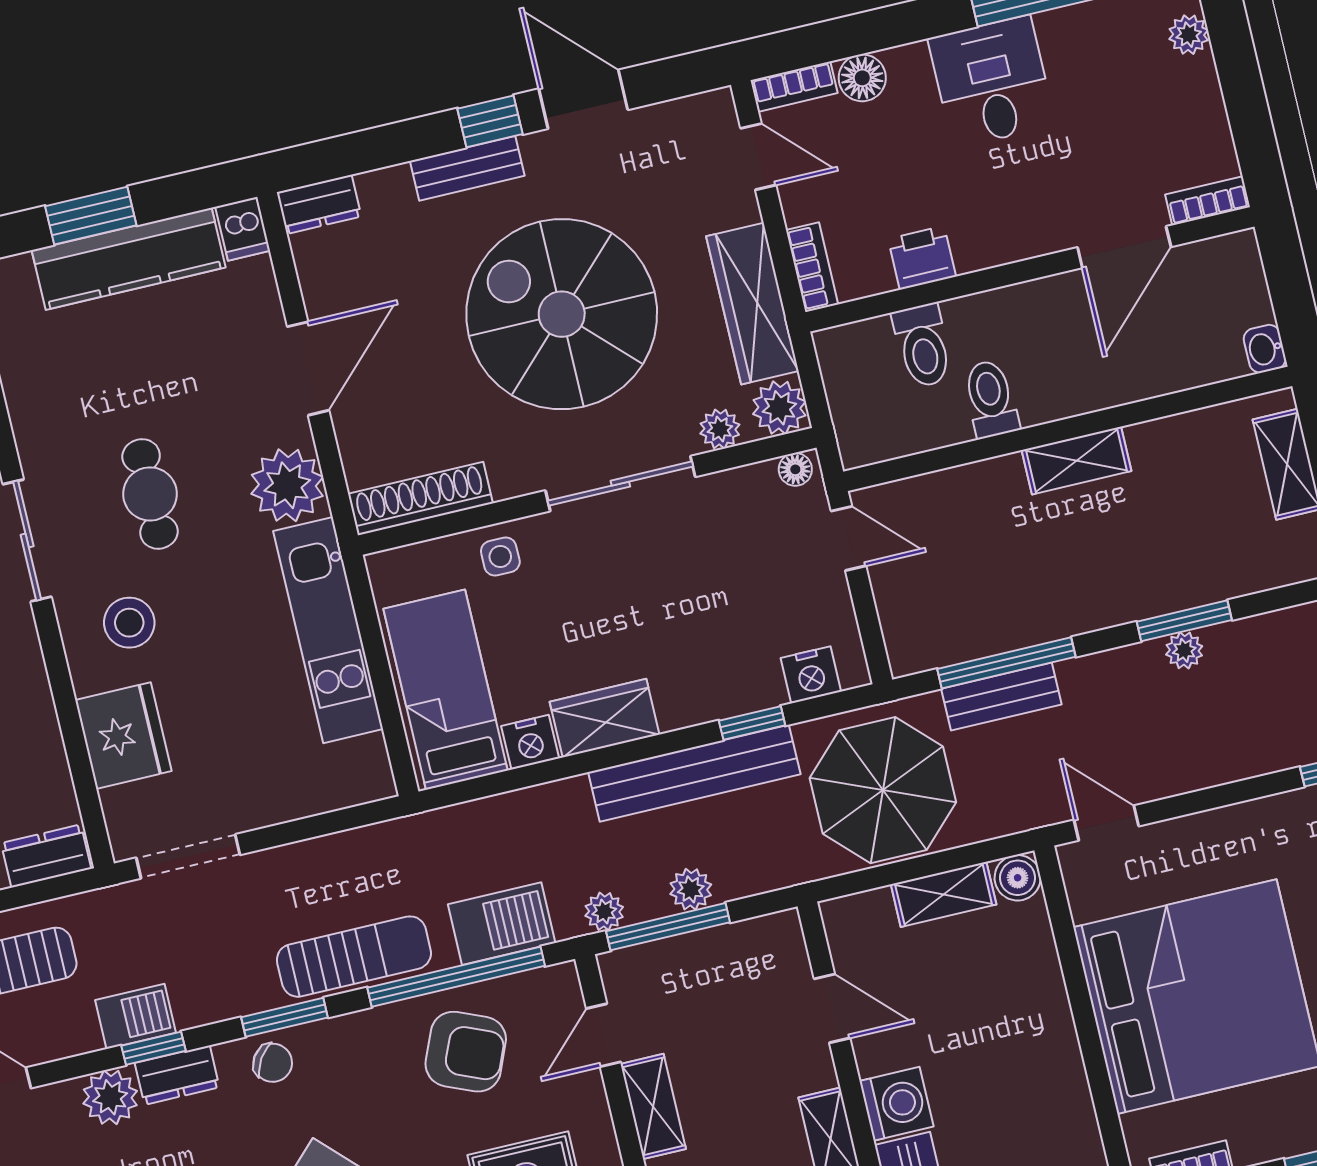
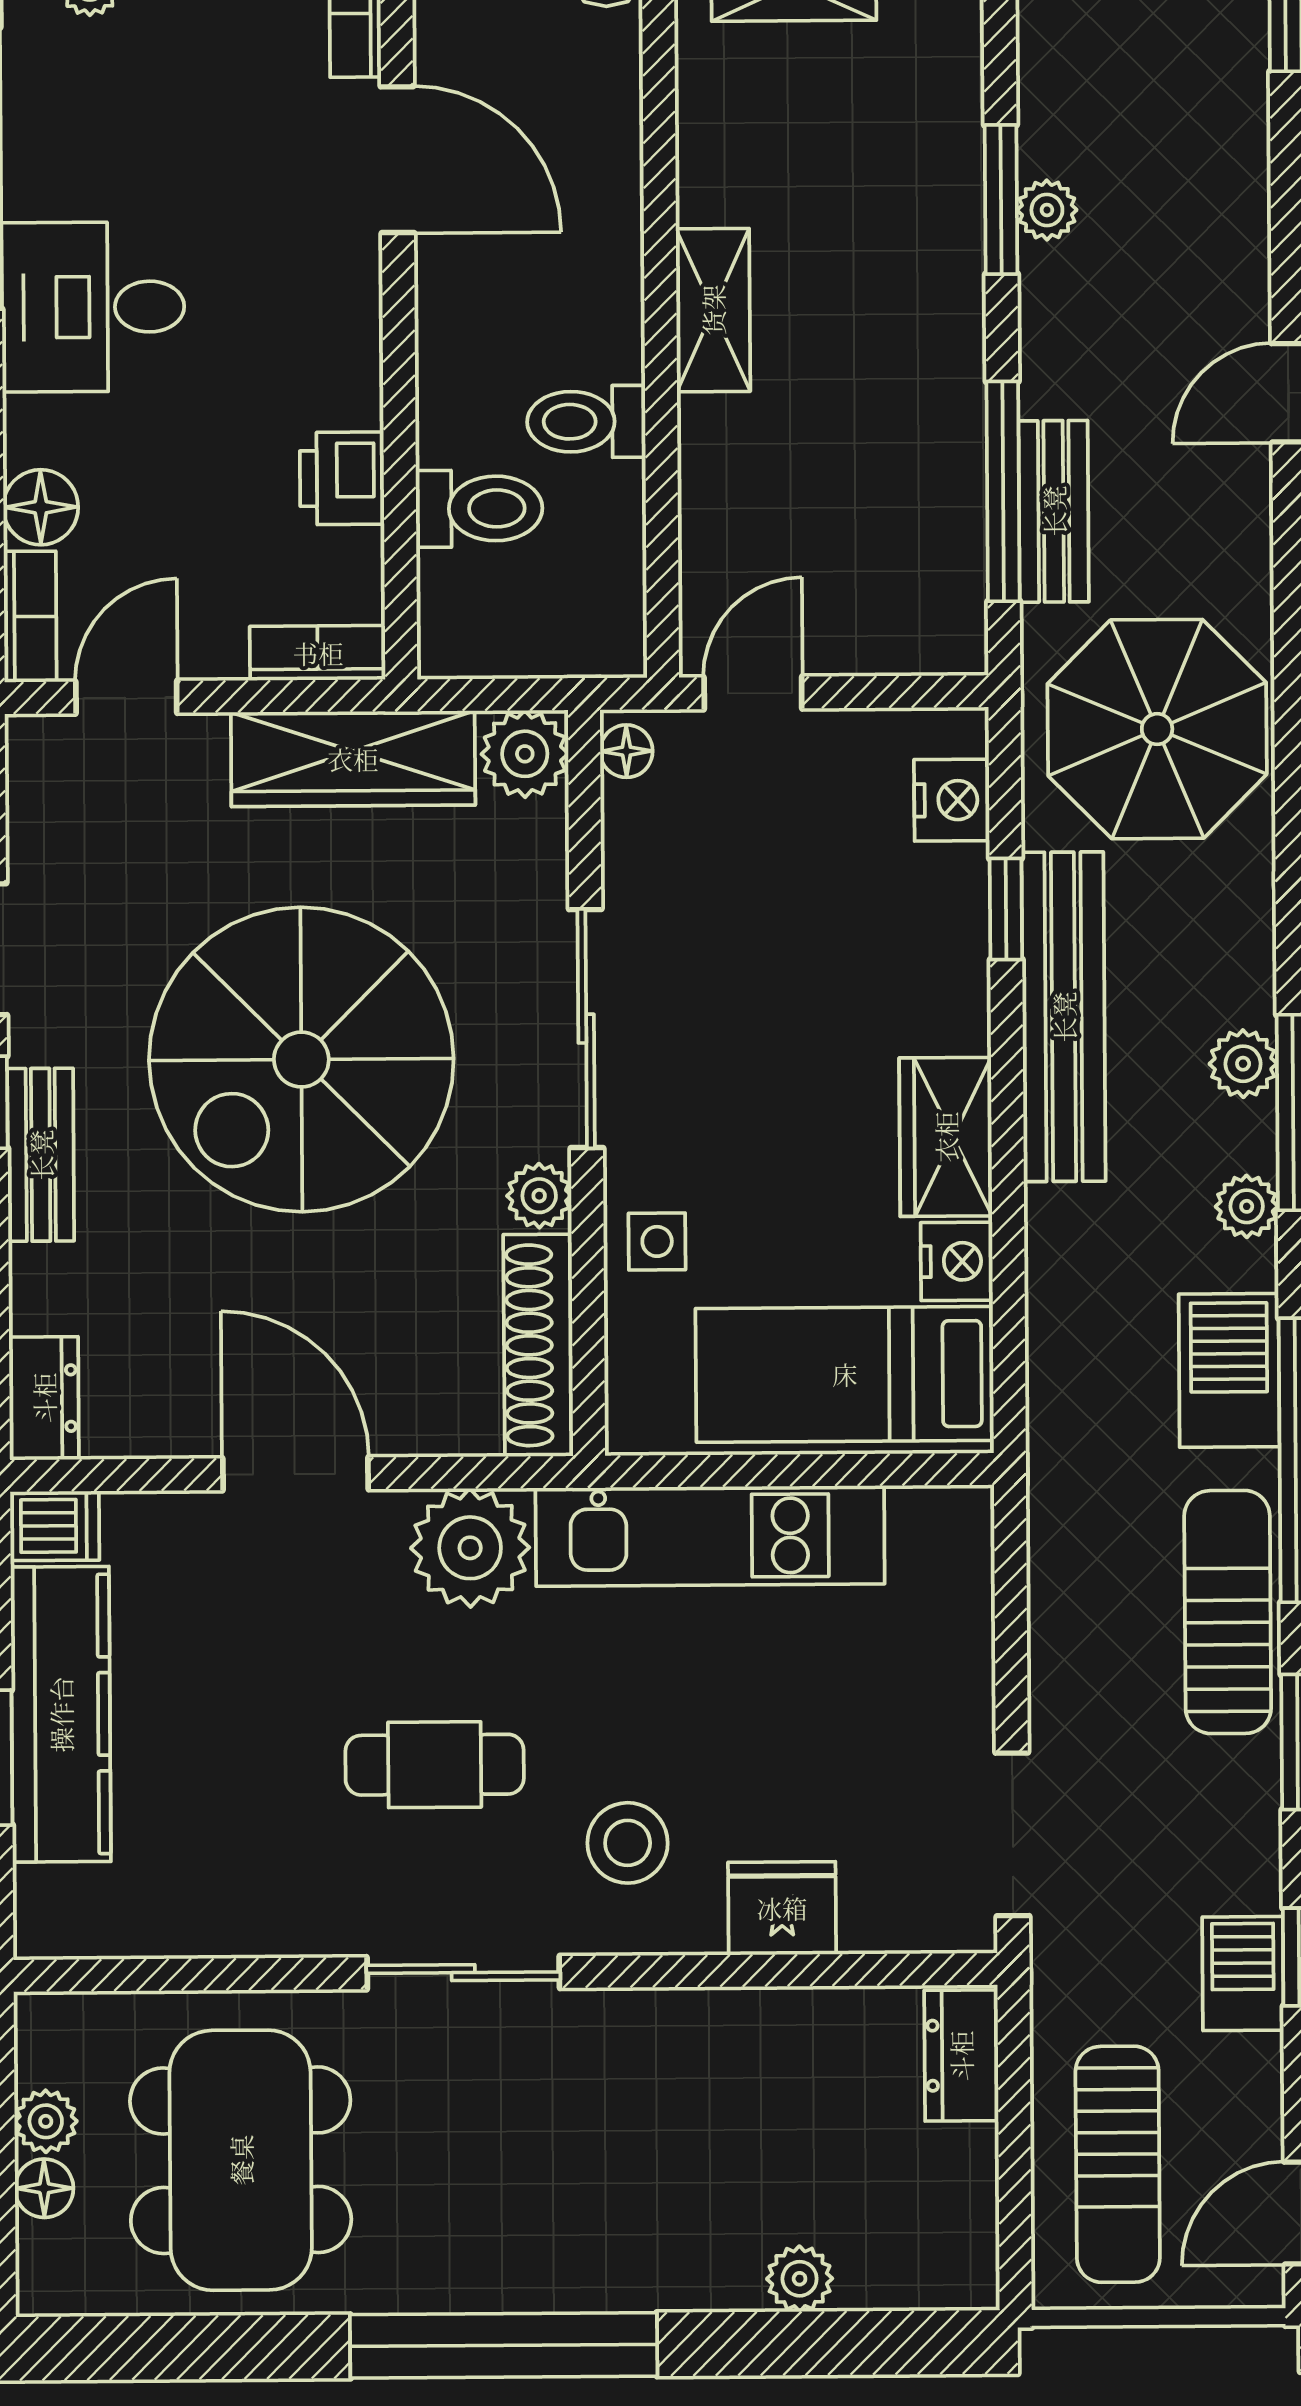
plant: (720, 429) -> (539, 1196), moved
fridge: (123, 736) -> (782, 1908), width x0.73, depth x0.75

